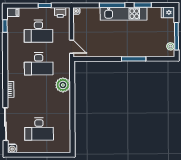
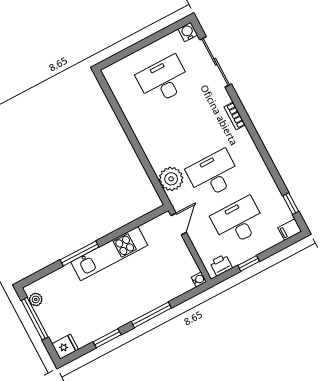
kitchen unit: (124, 14) -> (109, 254), moved, turned 180
door: (72, 47) -> (179, 224), swing flipped
plant: (63, 85) -> (171, 179), moved

